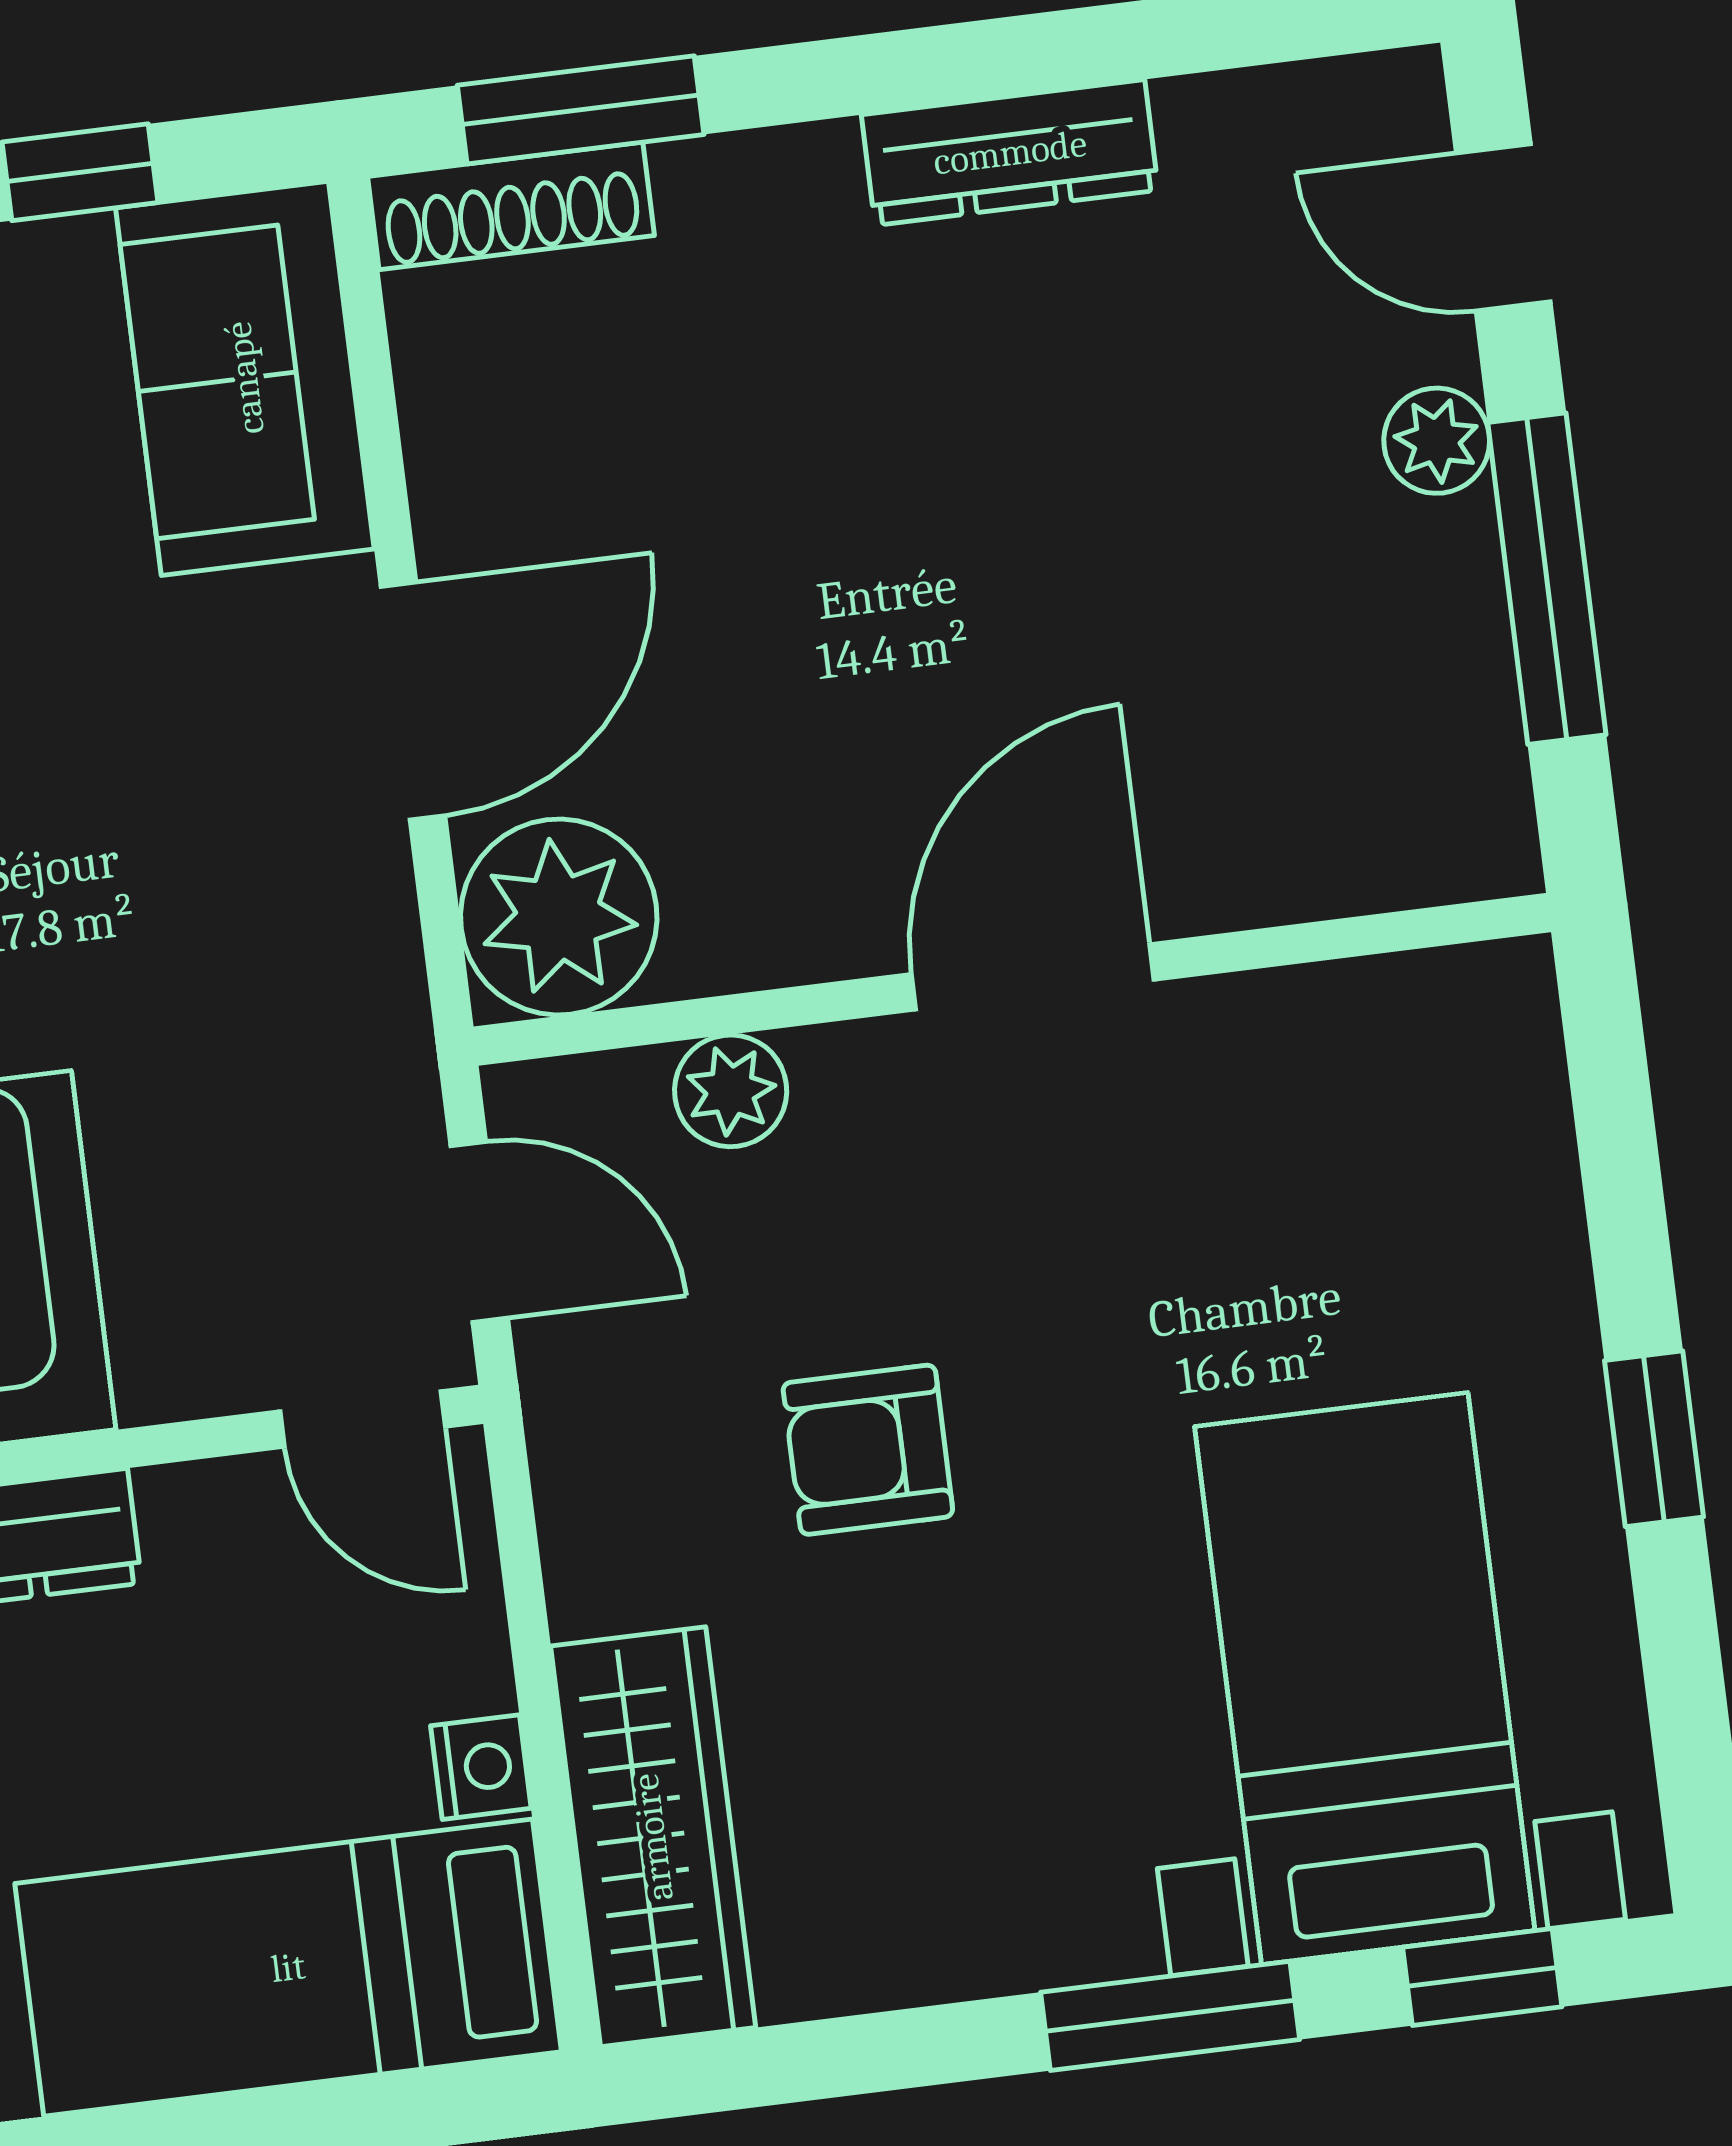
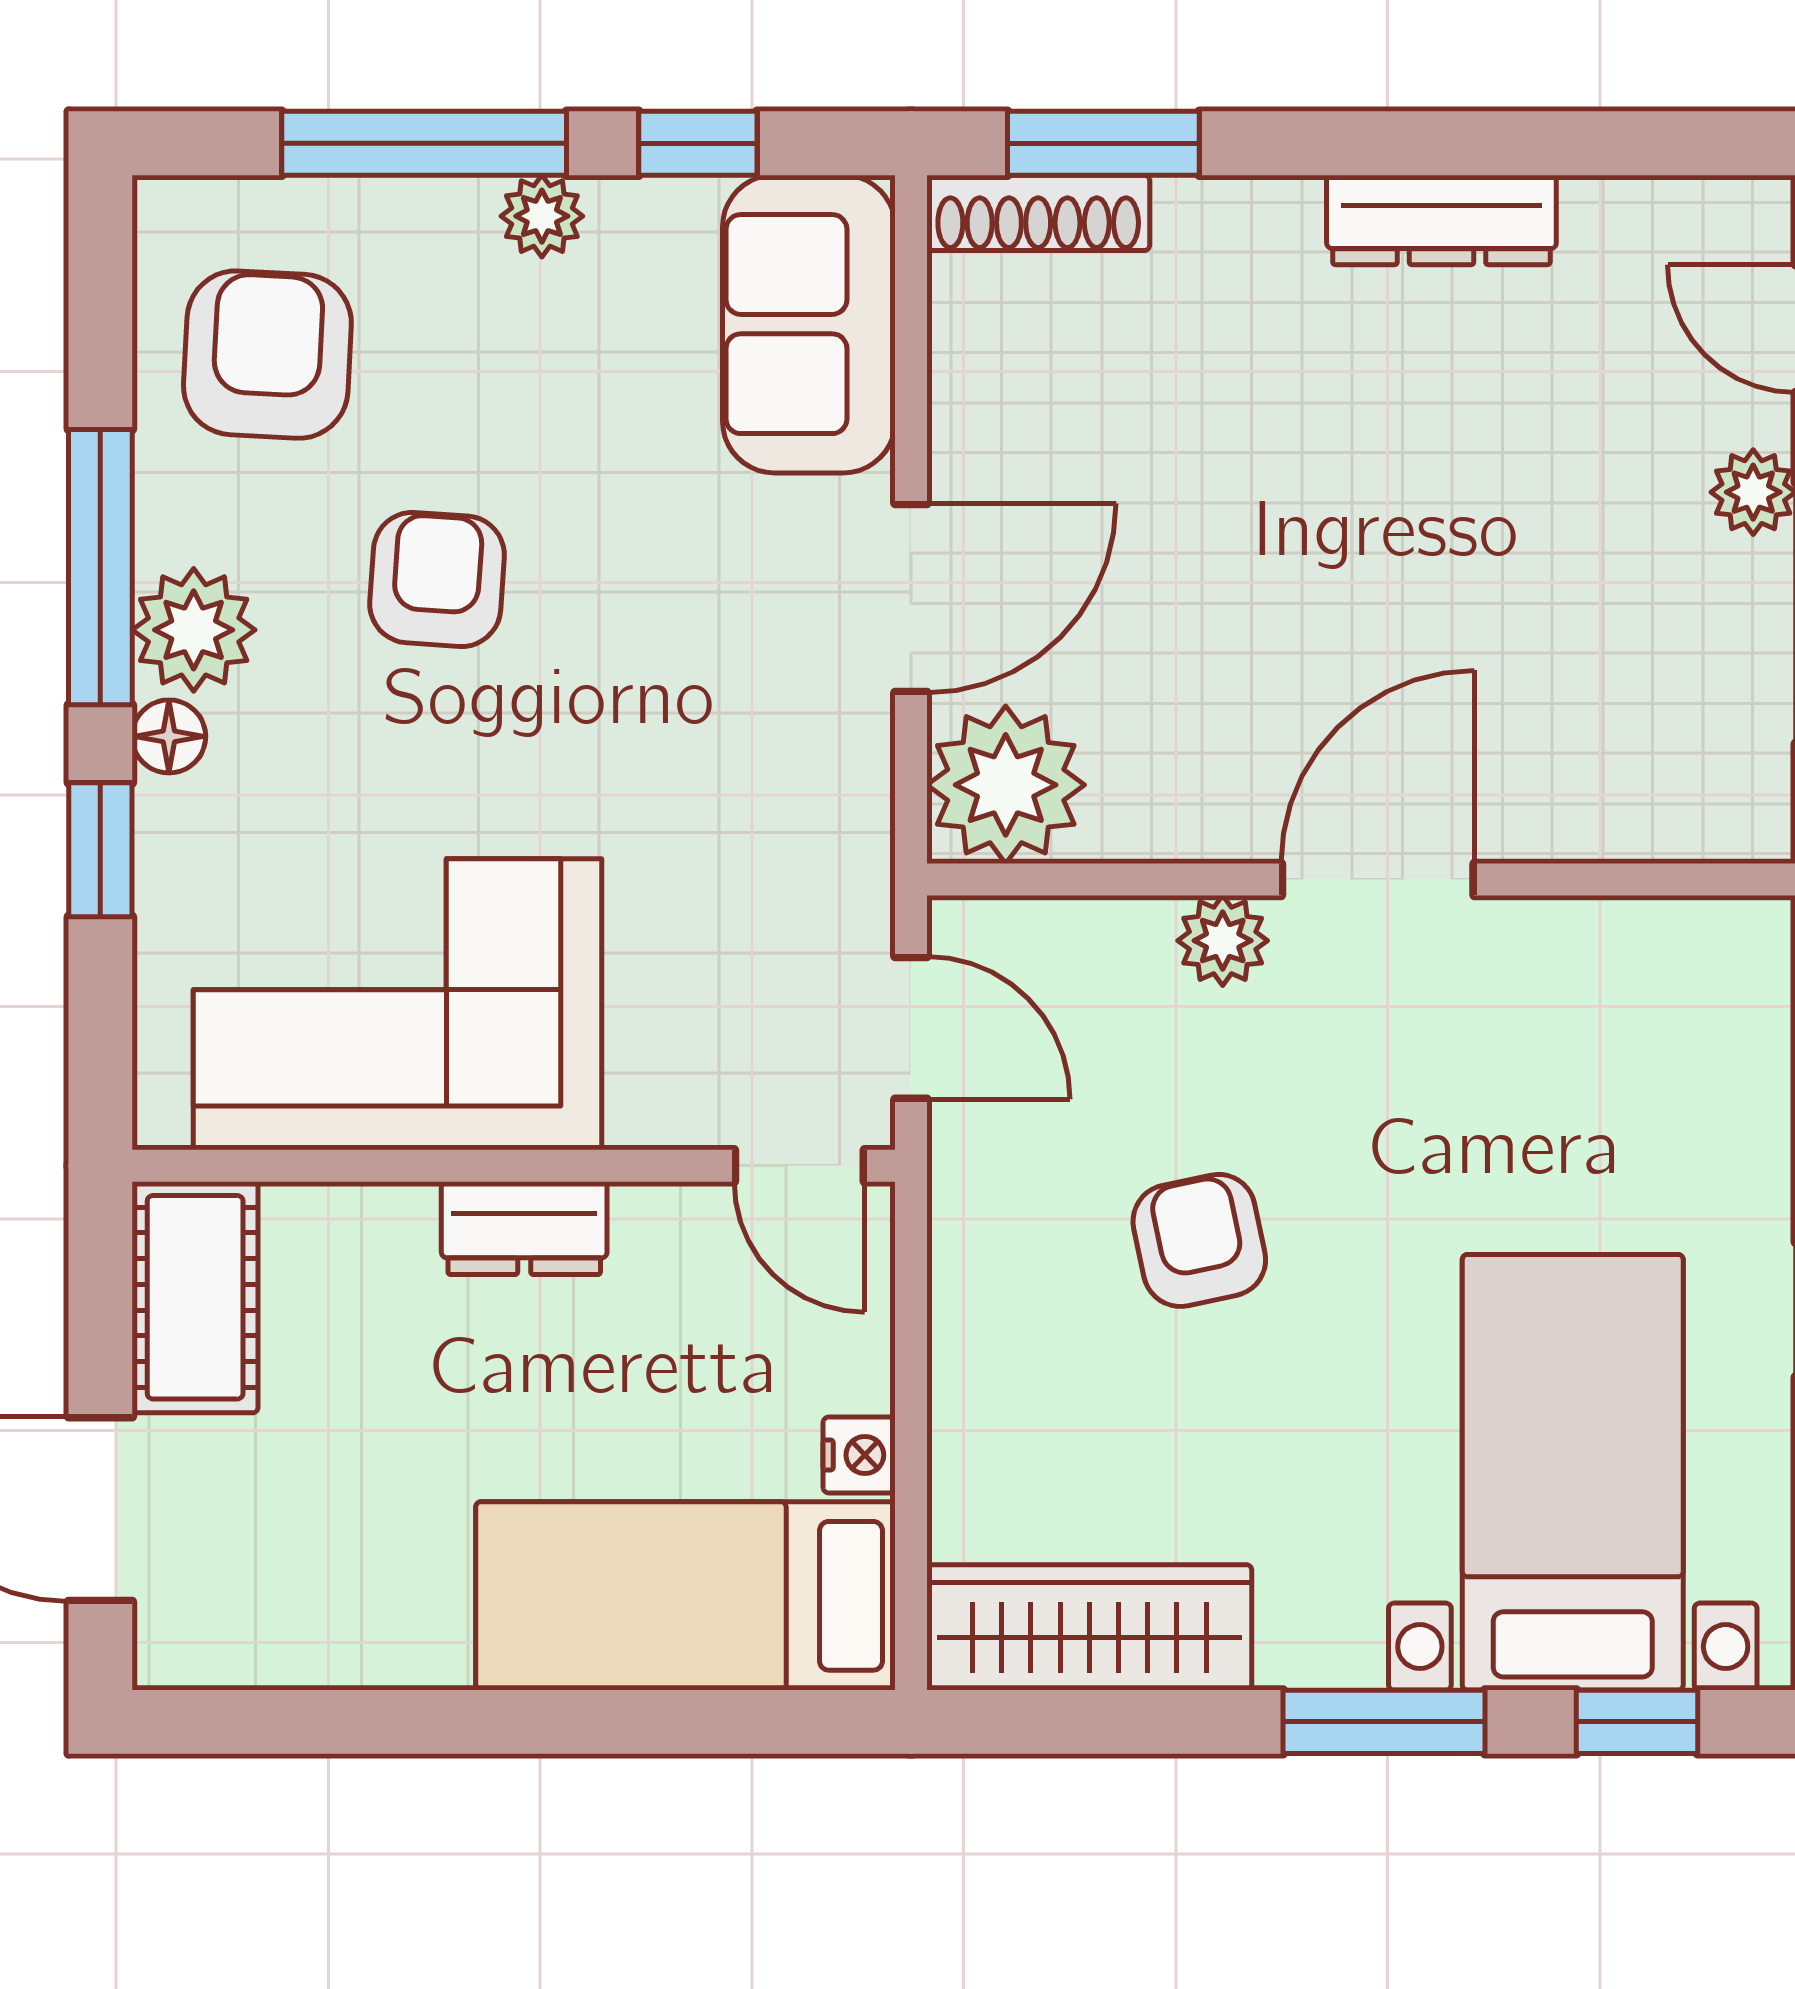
plant: (731, 1091) -> (1223, 941), moved
armchair: (868, 1450) -> (1199, 1240), turned 78
wardrobe: (653, 1837) -> (1089, 1627), moved, turned -90

